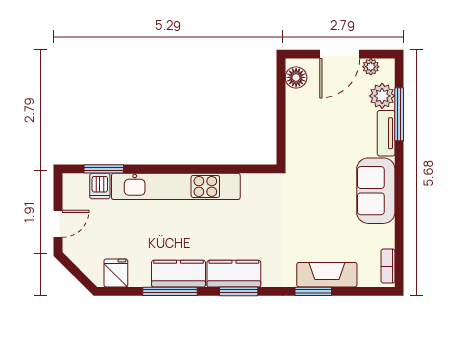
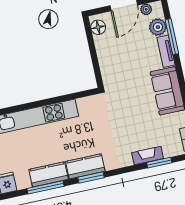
fireplace: (327, 275) -> (148, 156), width x0.73, depth x0.76
window: (313, 291) -> (159, 163), moved

